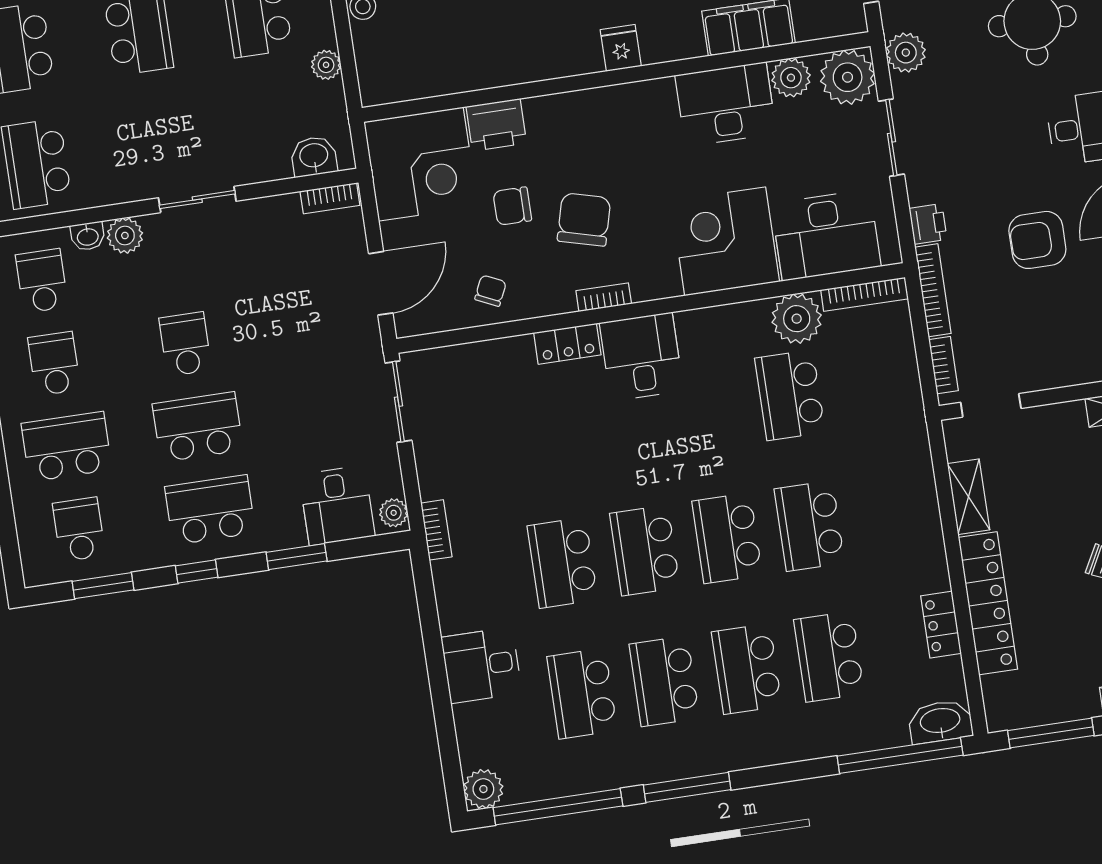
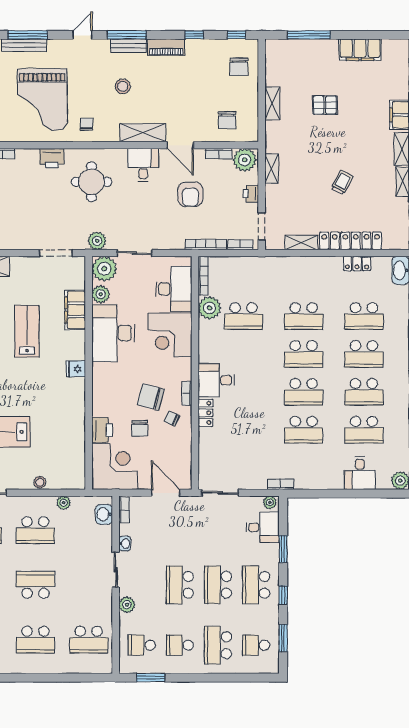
desk: (726, 104) -> (113, 333), width x1.36, depth x1.30
printer: (928, 224) -> (251, 194), moved, turned -90
washbasin: (88, 236) -> (125, 544), moved
chair: (491, 291) -> (172, 418), moved
school desk: (185, 344) -> (180, 585), width x1.85
desk: (481, 665) -> (360, 473), moved

